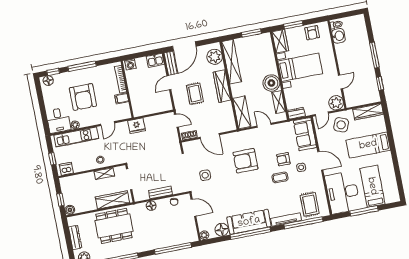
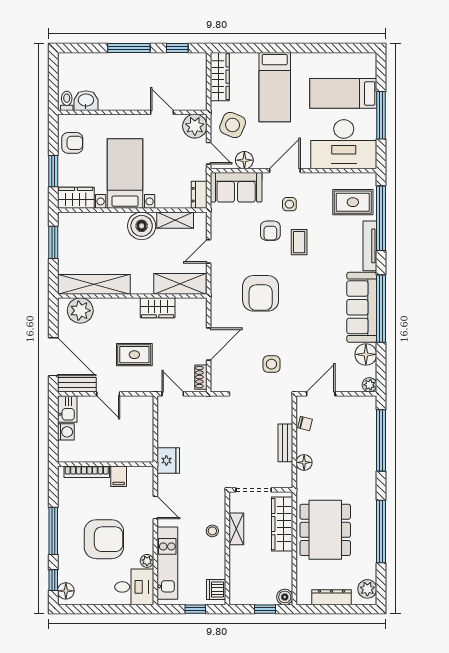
washing machine: (130, 64) -> (66, 432), moved
wardrobe: (222, 86) -> (158, 308), moved, width x0.67
door: (176, 121) -> (173, 394), hinge flipped
floor lamp: (322, 136) -> (244, 160), added

